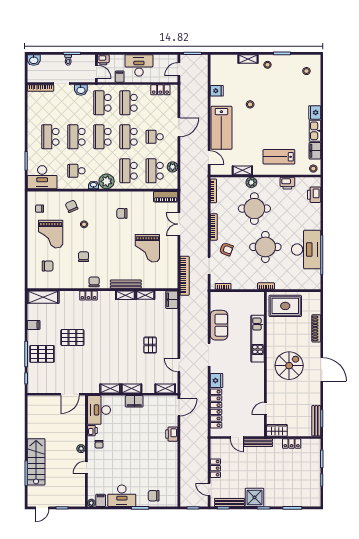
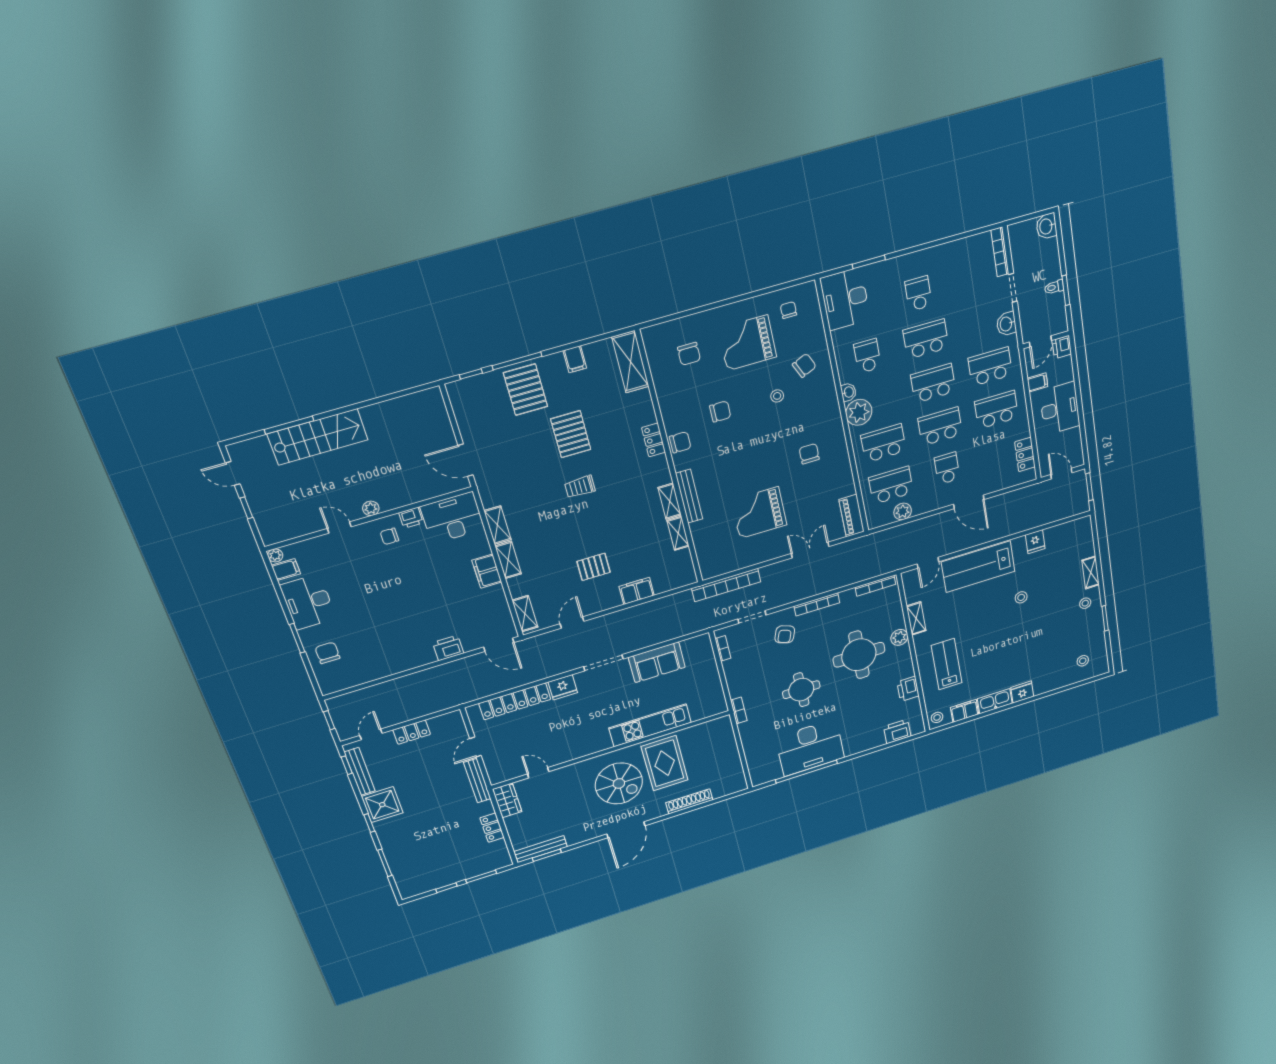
school desk: (50, 137) -> (918, 294), width x0.54
round table: (265, 247) -> (801, 690), width x0.73, depth x0.73
filing cabinet: (172, 300) -> (637, 591), moved
rug: (285, 306) -> (665, 763), moved
trolley: (102, 340) -> (580, 487), added

